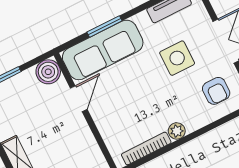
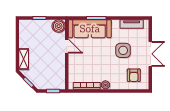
door: (79, 99) -> (67, 46), hinge flipped

